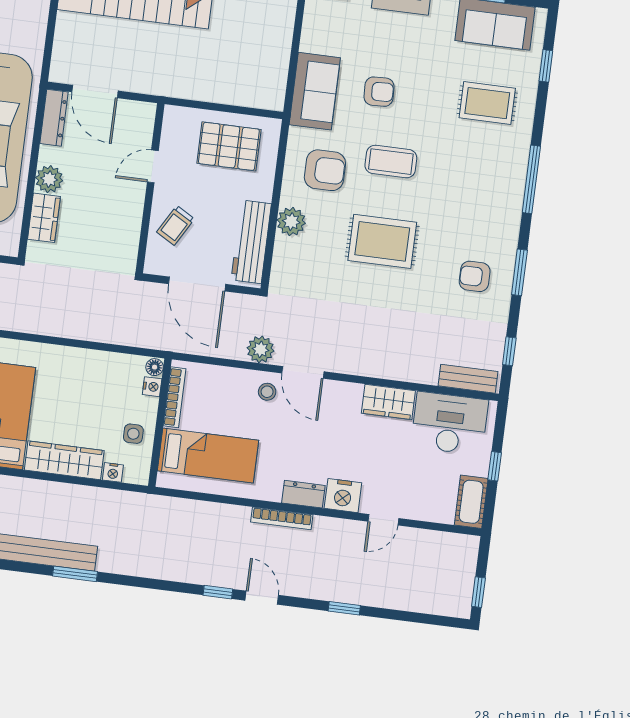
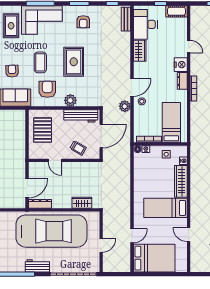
corner sofa: (491, 178) -> (42, 20), added
plant: (49, 179) -> (66, 203), removed

